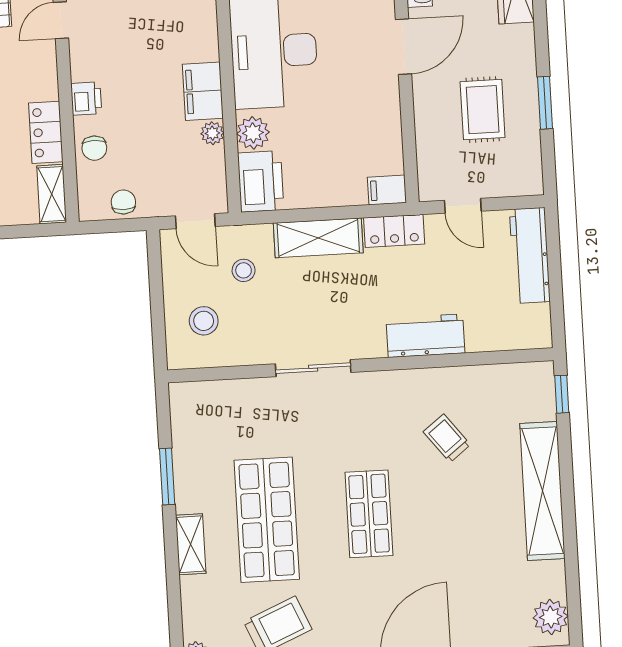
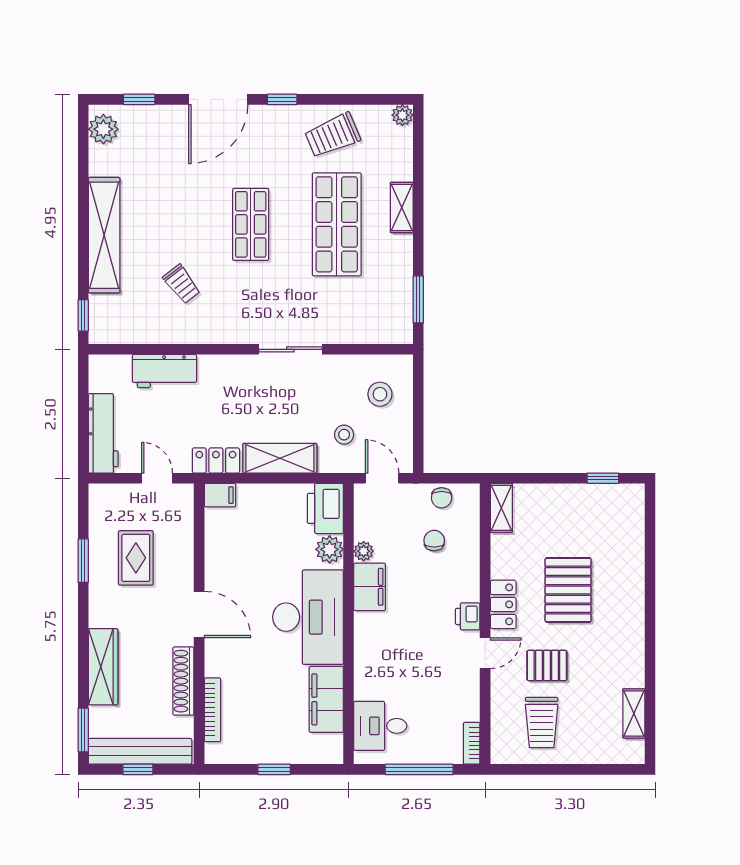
door: (403, 47) -> (199, 615), swing flipped
printer: (86, 99) -> (468, 616), moved
locker: (46, 132) -> (503, 604), moved
chair: (94, 148) -> (434, 541), moved
workbench: (425, 336) -> (164, 371), moved
window: (167, 477) -> (418, 299), moved

